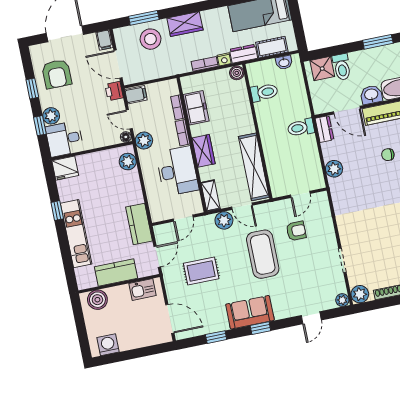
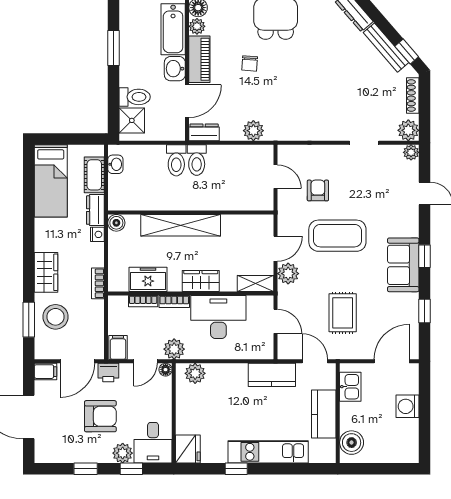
bookcase: (205, 64) -> (98, 283), moved
armchair: (57, 74) -> (100, 416), moved
toilet: (264, 92) -> (176, 160), moved, turned 180
shelving: (254, 167) -> (181, 225), moved
washing machine: (108, 345) -> (407, 406), moved

